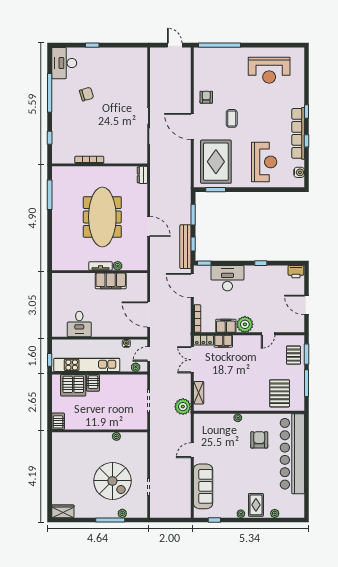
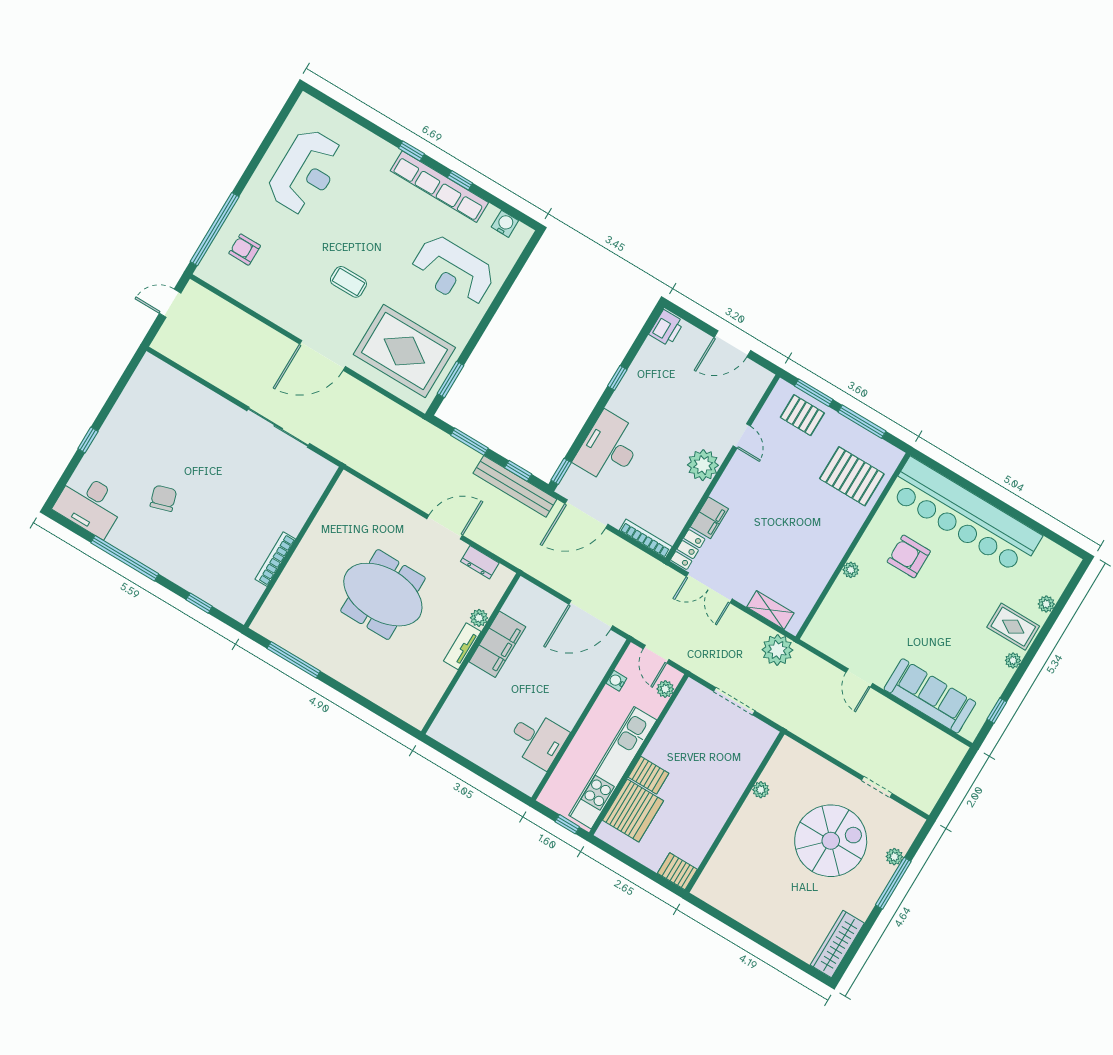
armchair: (206, 97) -> (245, 250), moved
reception desk: (264, 162) -> (453, 271), turned 180
dresser: (142, 175) -> (480, 562), moved
meeting table: (102, 217) -> (383, 595), width x0.73
filing cabinet: (226, 326) -> (686, 498), removed
wardrobe: (63, 511) -> (837, 944), width x1.50

